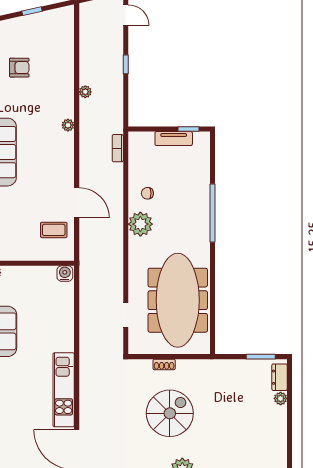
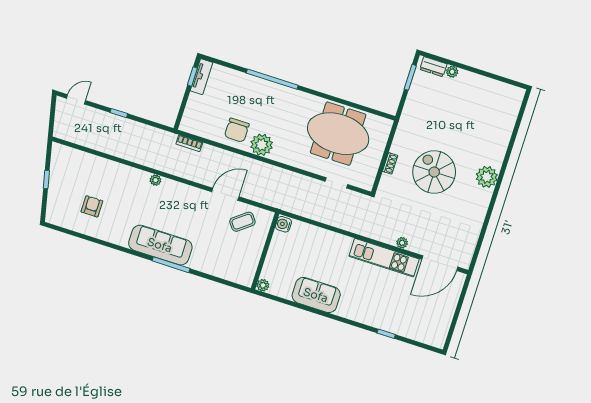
plant: (85, 92) -> (402, 243), moved
tv unit: (174, 139) -> (202, 77), moved
chair: (147, 193) -> (237, 130), width x1.87, depth x1.87
coffee table: (54, 230) -> (242, 222), turned 52
meeting table: (178, 300) -> (338, 134), width x0.73

